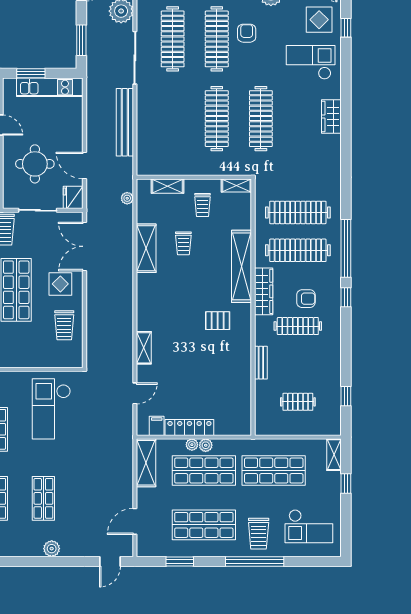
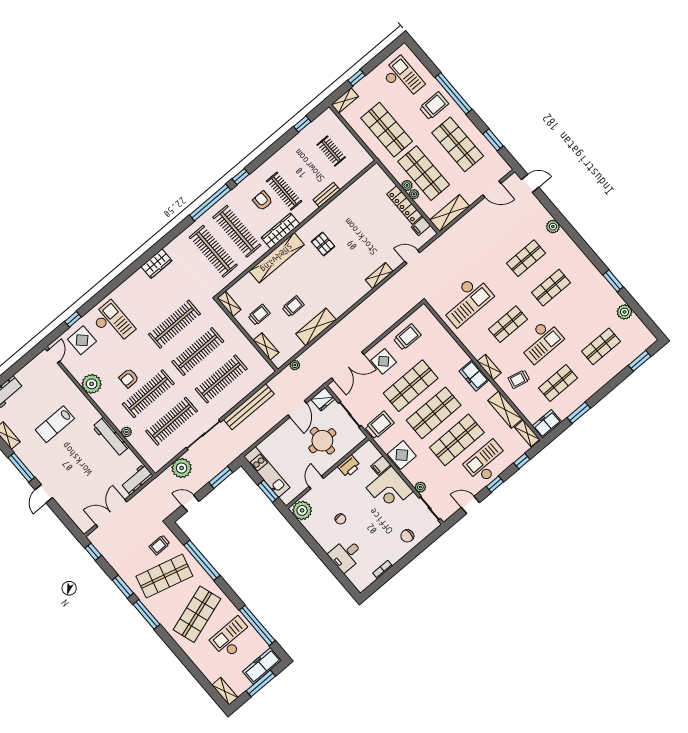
checkout: (311, 62) -> (113, 323), turned 180
wardrobe: (331, 116) -> (157, 264), moved
clothes rail: (173, 119) -> (221, 379), added

